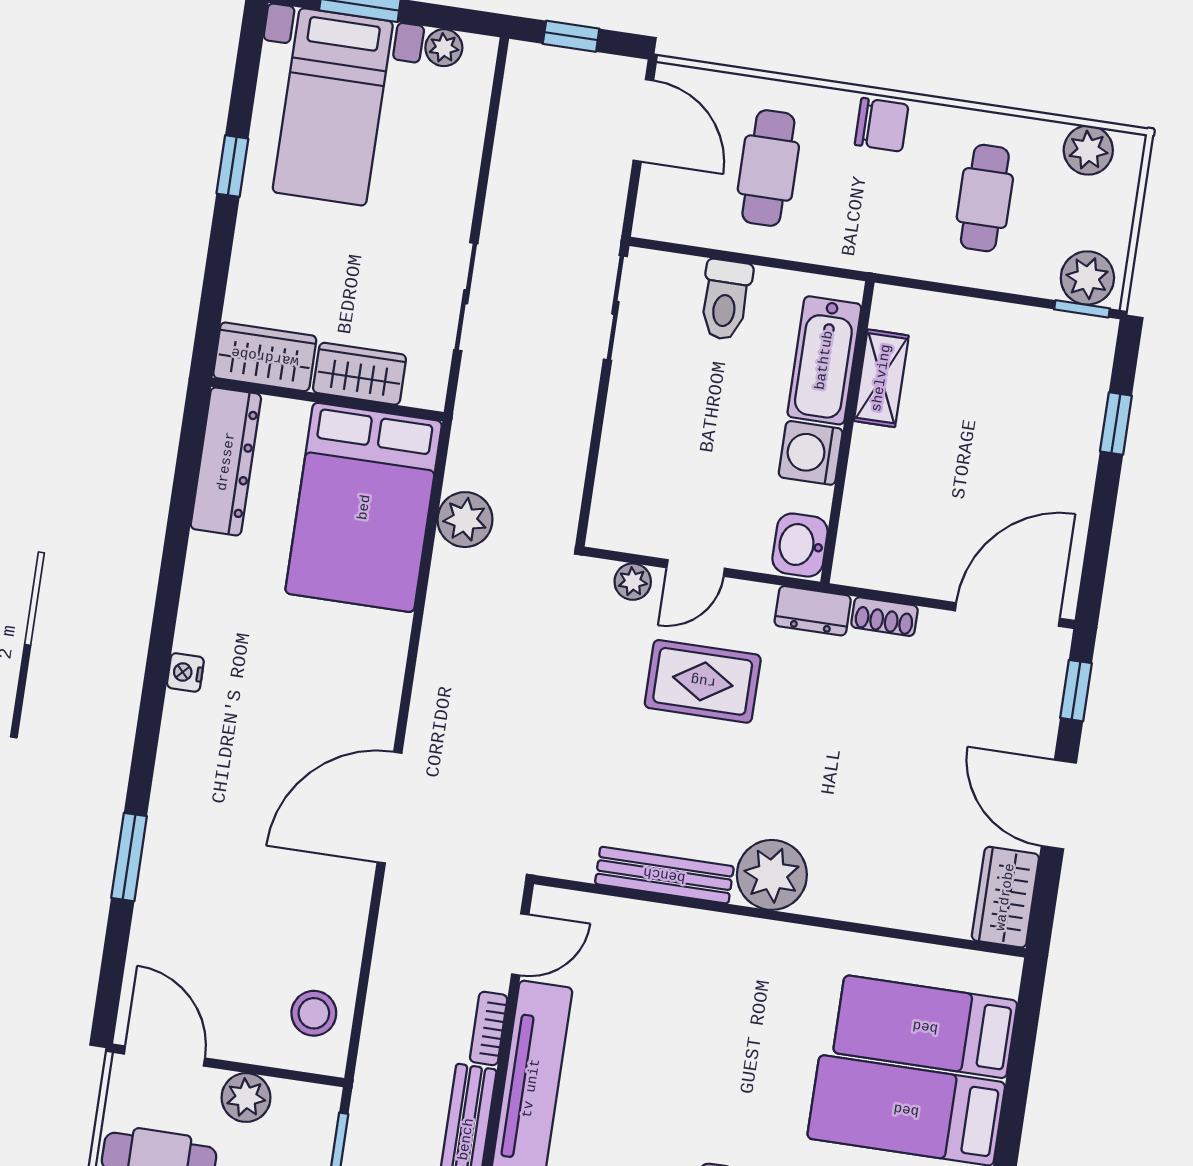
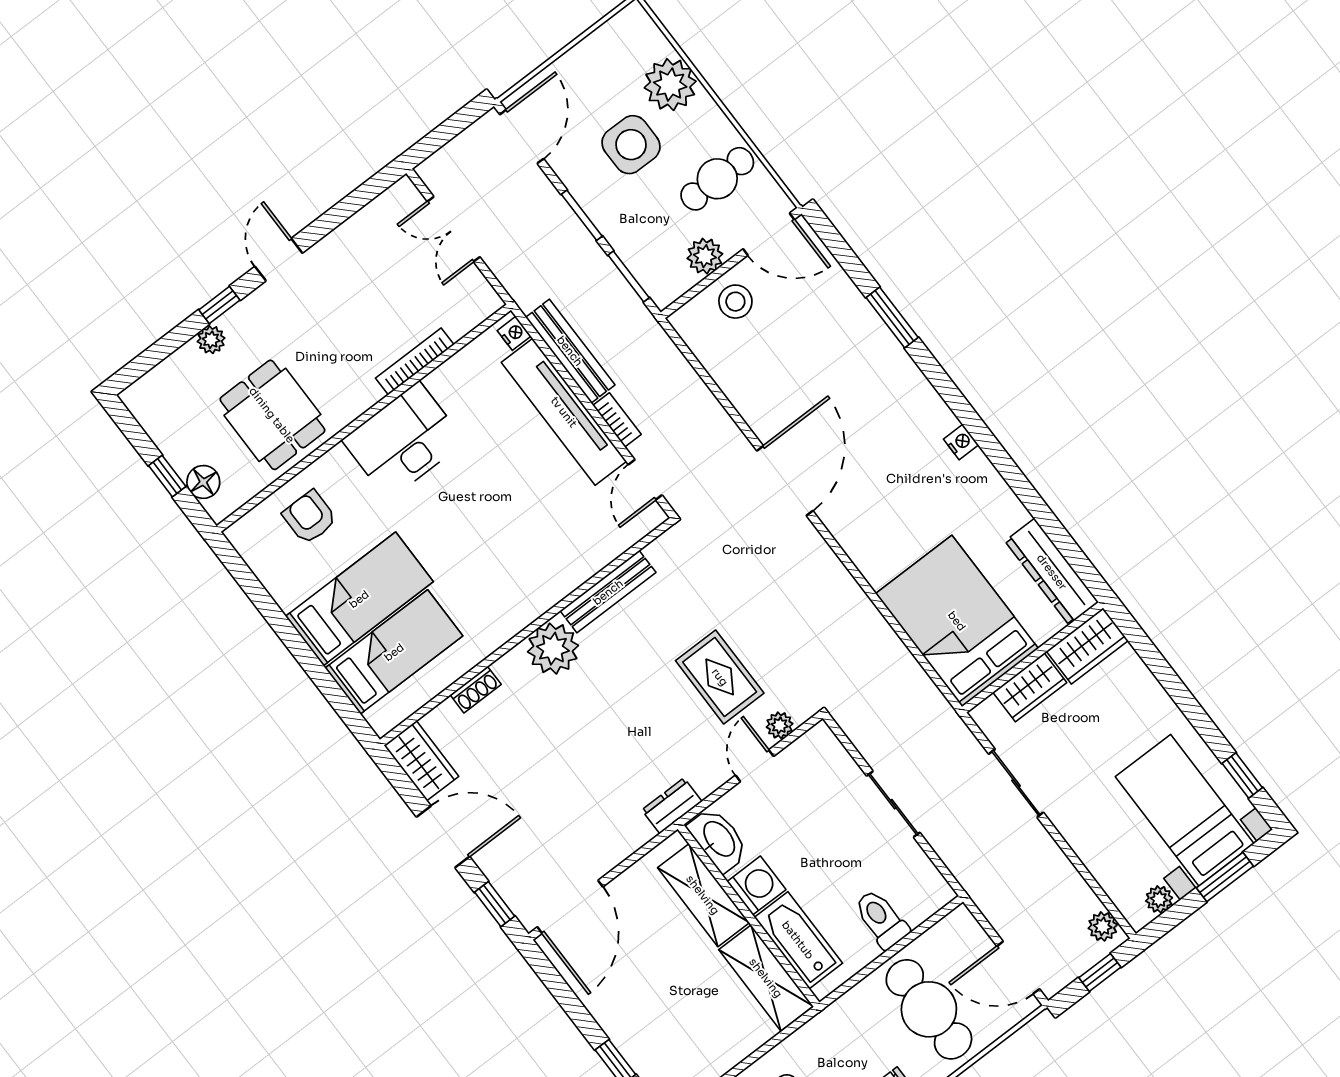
window: (232, 166) -> (1242, 776), moved
cafe table: (768, 168) -> (929, 1009), width x1.37, depth x1.35
sliding door: (615, 308) -> (893, 804), moved
shelving: (881, 378) -> (766, 978), width x1.50, depth x1.33
shelving: (870, 495) -> (703, 895), added
plant: (465, 520) -> (1103, 926), moved, width x0.73, depth x0.73
washbasin: (800, 545) -> (718, 840), width x1.38
shoe rack: (884, 617) -> (476, 690), moved, turned 180
rug: (703, 681) -> (720, 677), moved, turned 90
stool: (314, 1013) -> (735, 302), moved

